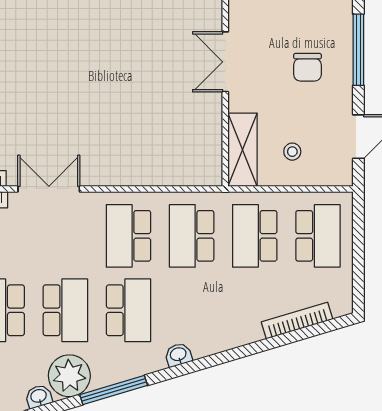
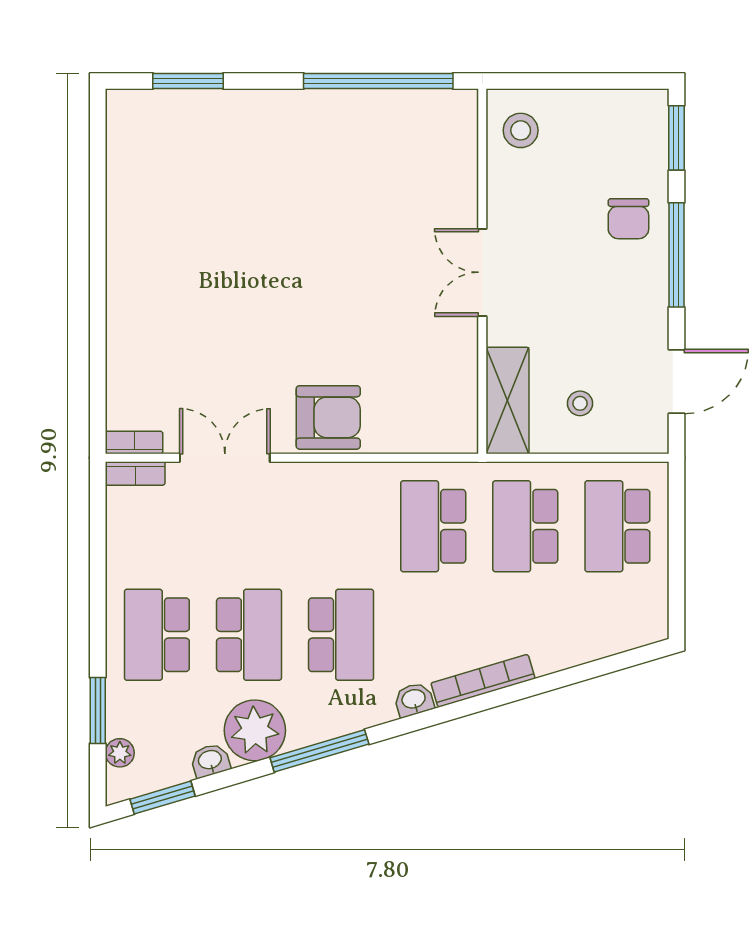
chair: (307, 67) -> (628, 219), moved
armchair: (120, 161) -> (328, 417), added
school desk: (128, 236) -> (341, 526), removed
school desk: (318, 236) -> (617, 526), turned 180
bookcase: (297, 321) -> (483, 681), moved

